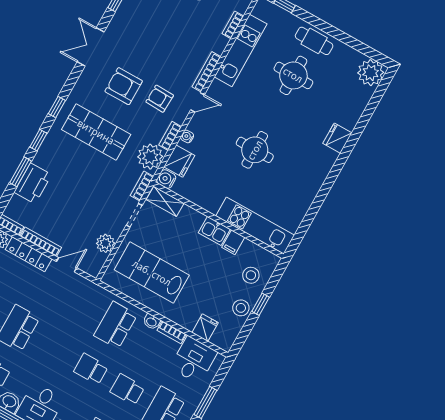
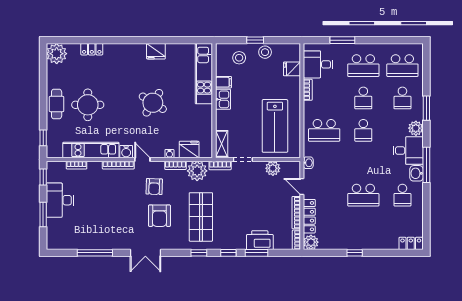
locker: (353, 115) -> (92, 49), added
fridge: (337, 138) -> (156, 51), moved
round table: (255, 150) -> (153, 103), turned 32
water cooler: (166, 179) -> (126, 152), moved
washbasin: (152, 322) -> (308, 163), moved

